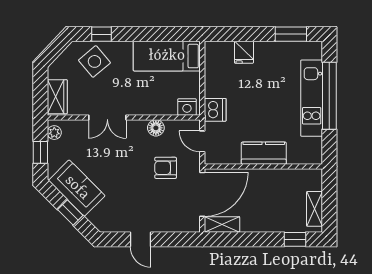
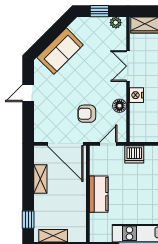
nightstand: (187, 107) -> (137, 95), moved
armchair: (166, 168) -> (87, 114), turned -90
sofa: (77, 188) -> (60, 51), moved
window: (70, 212) -> (50, 36), removed
shelving: (222, 224) -> (40, 179), moved

